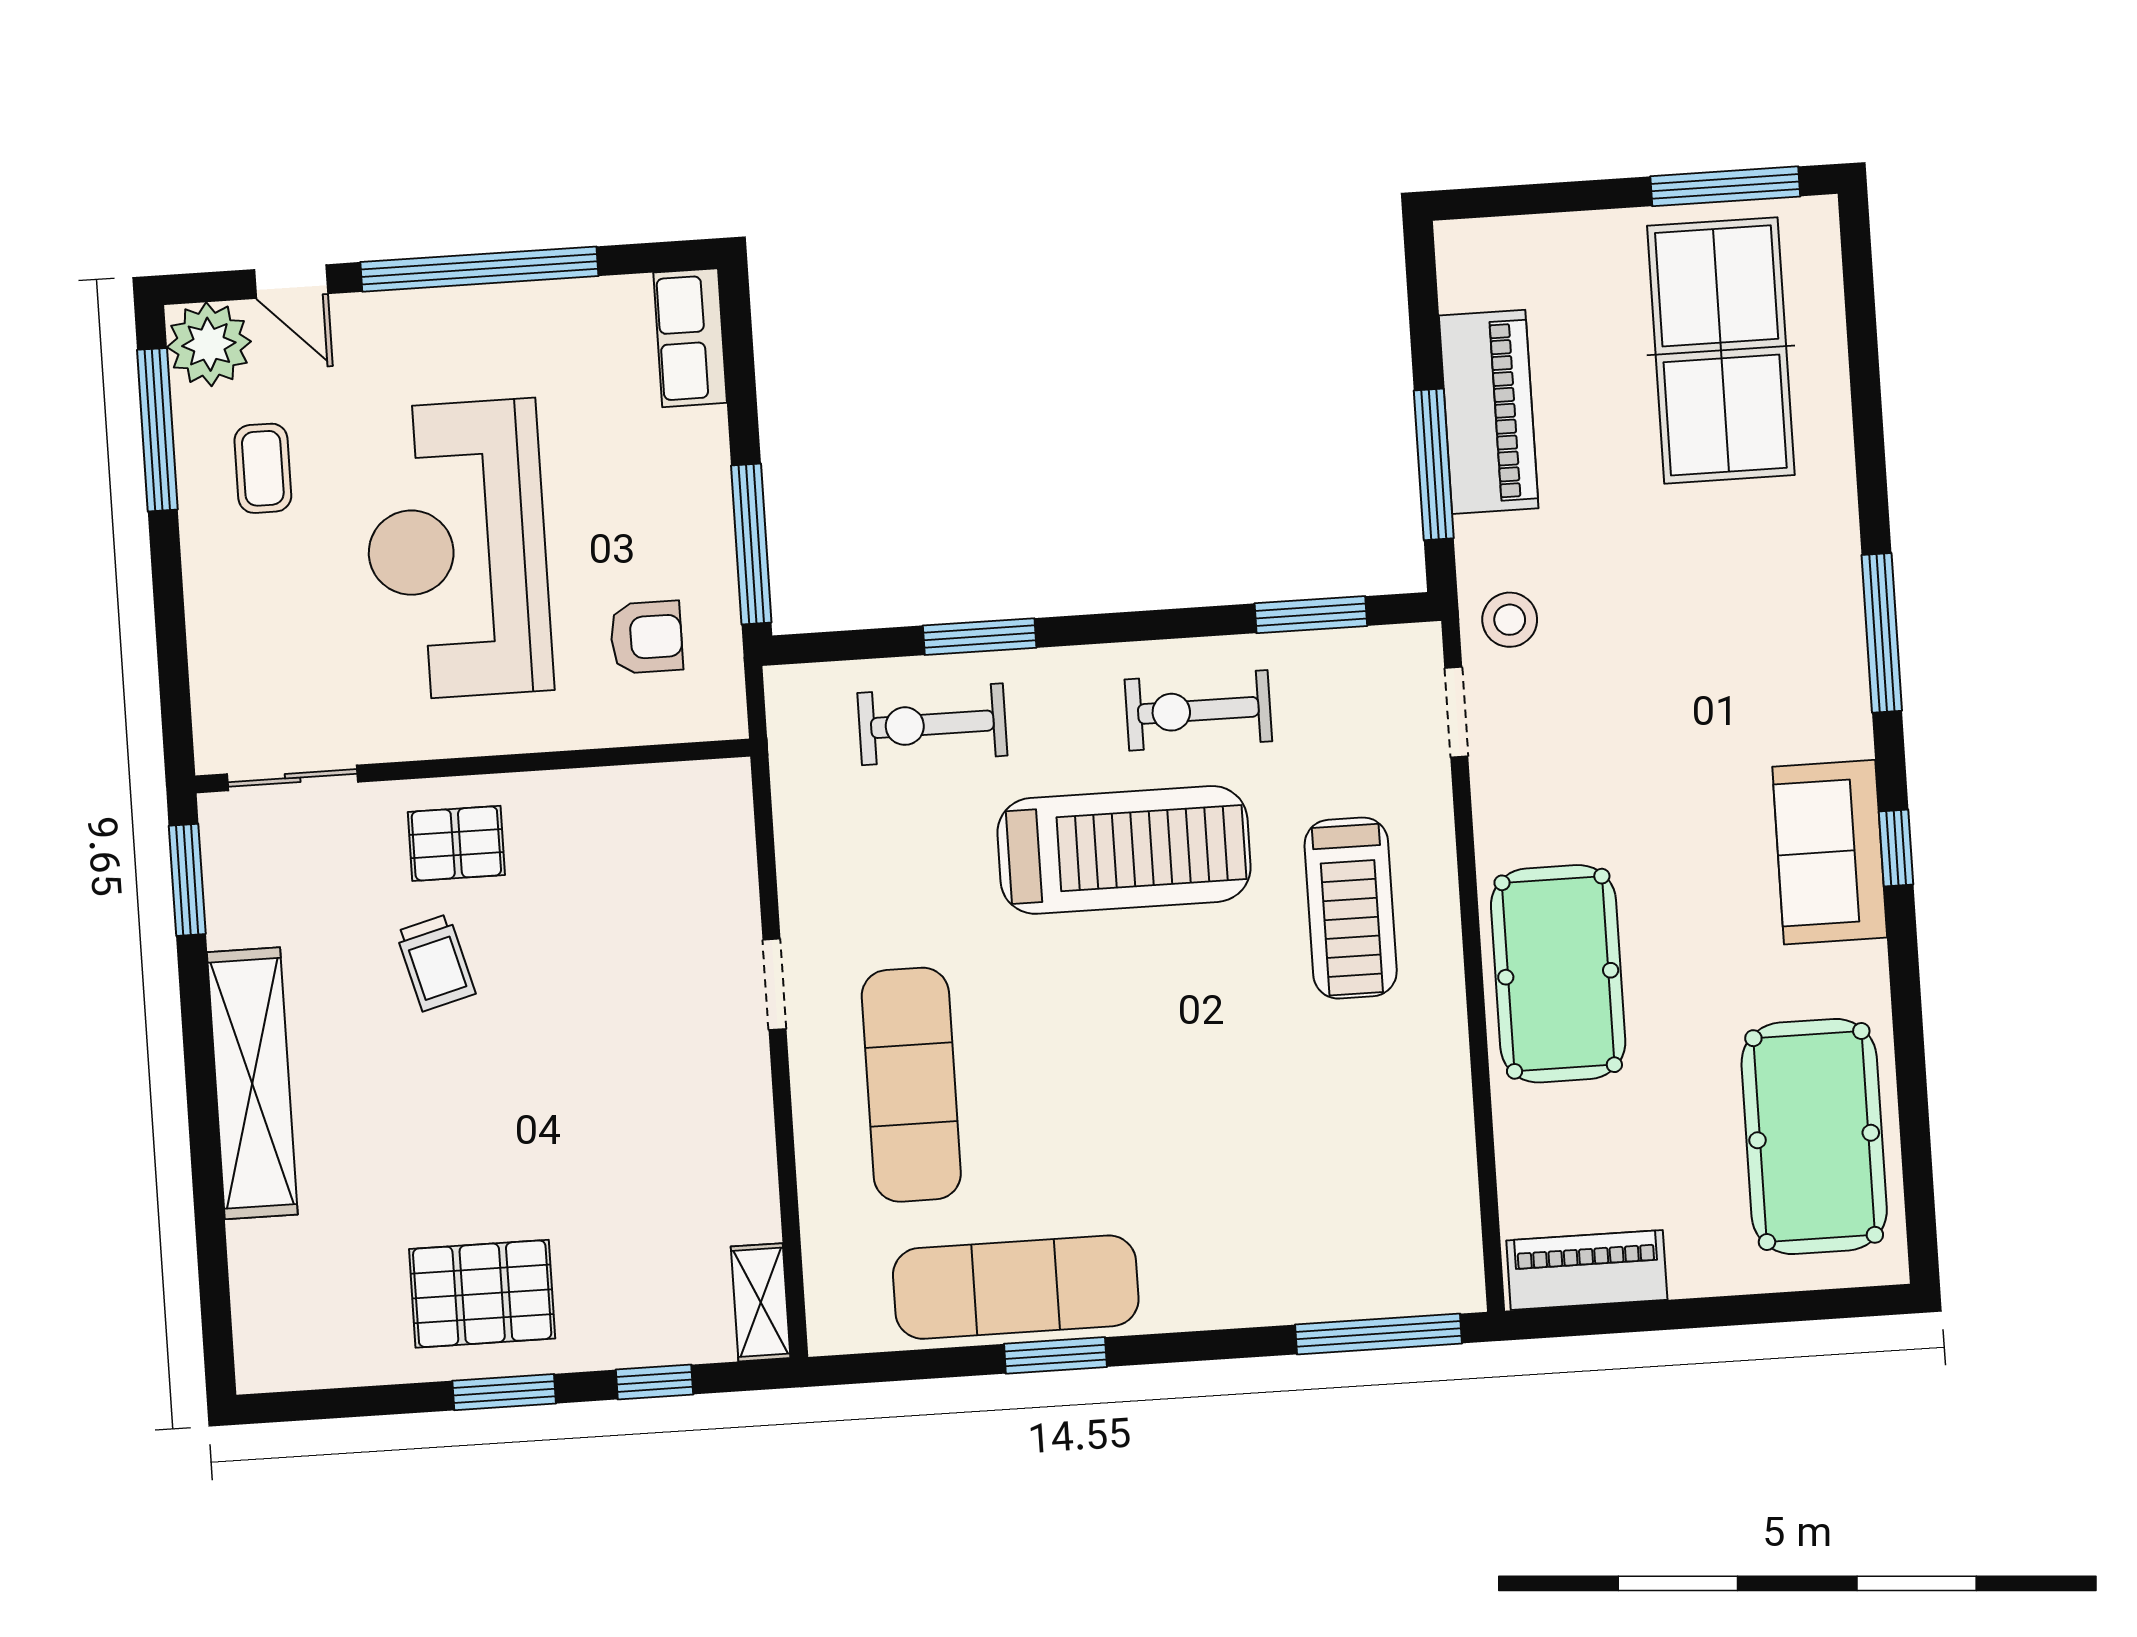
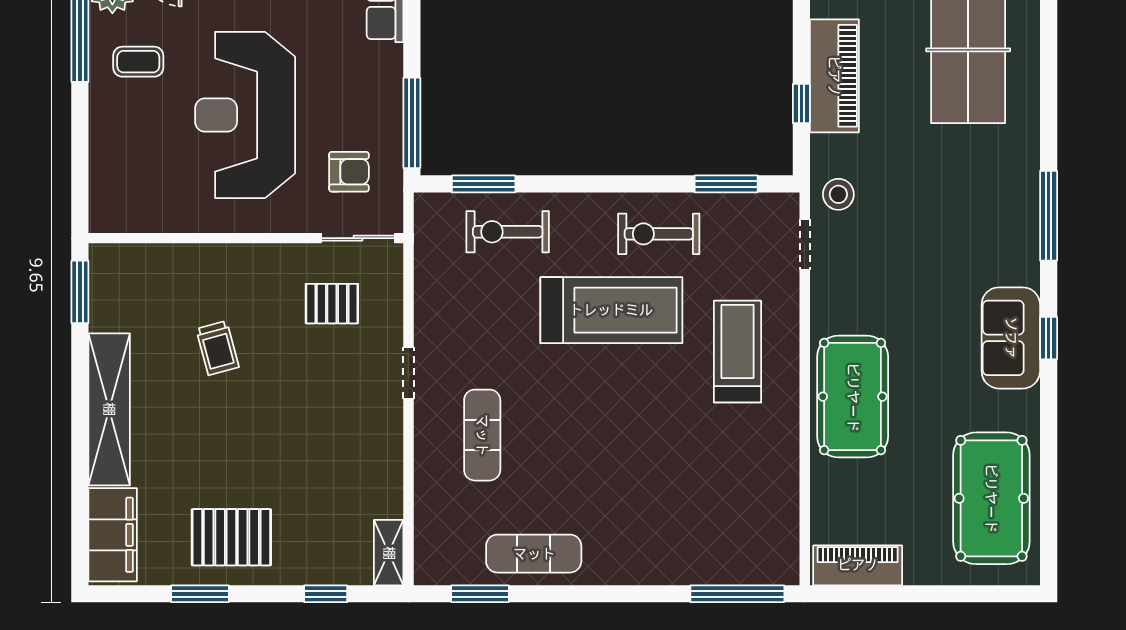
window: (1434, 464) -> (801, 104), width x0.46
coffee table: (263, 468) -> (138, 62), turned 90
window: (980, 637) -> (484, 184), moved
sliding door: (293, 778) -> (358, 238), moved
pallet: (456, 843) -> (332, 304), moved
treadmill: (1351, 908) -> (738, 352), turned 180
exercise mat: (911, 1085) -> (482, 435), width x0.73, depth x0.69
exercise mat: (1016, 1287) -> (534, 554), width x0.73, depth x0.69
filing cabinet: (273, 1303) -> (113, 535), added
window: (1055, 1355) -> (480, 594), moved
window: (504, 1392) -> (200, 594), moved

